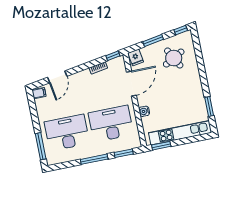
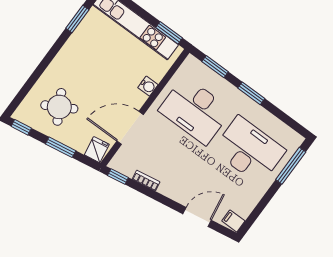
desk: (67, 133) -> (249, 150), turned 180
window: (94, 159) -> (251, 93), width x0.69

